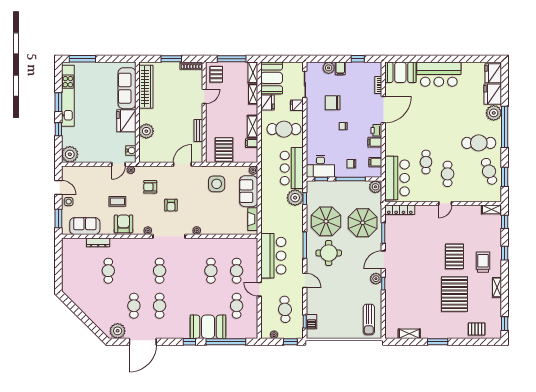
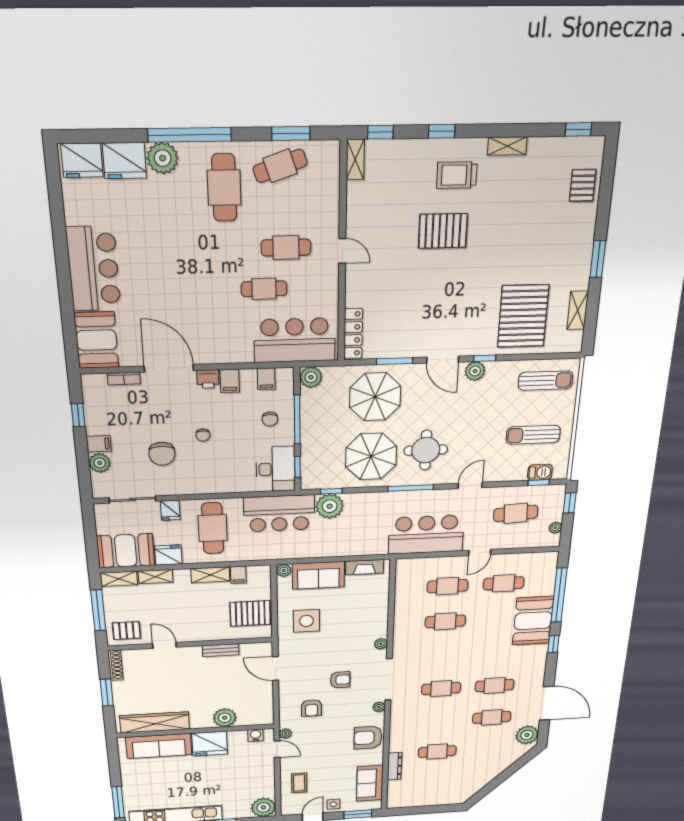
coffee table: (117, 201) -> (299, 783), moved
pallet: (455, 294) -> (523, 316), moved, turned 90
sun lounger: (336, 315) -> (533, 435), added

